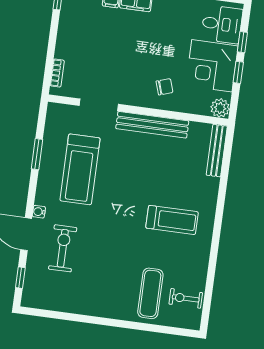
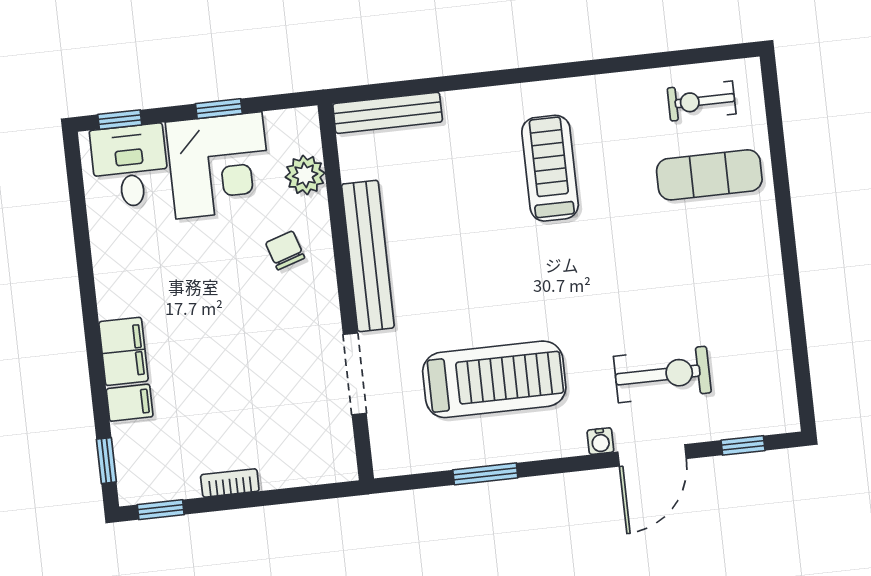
window: (242, 42) -> (120, 120), moved
bookcase: (57, 73) -> (230, 483), moved
plant: (220, 108) -> (305, 175), moved
exercise bike: (63, 248) -> (662, 375), turned 180
exercise bike: (186, 298) -> (702, 101), turned 90

